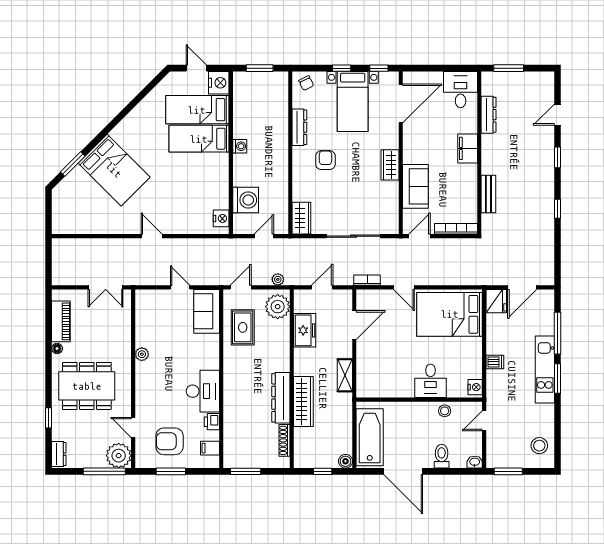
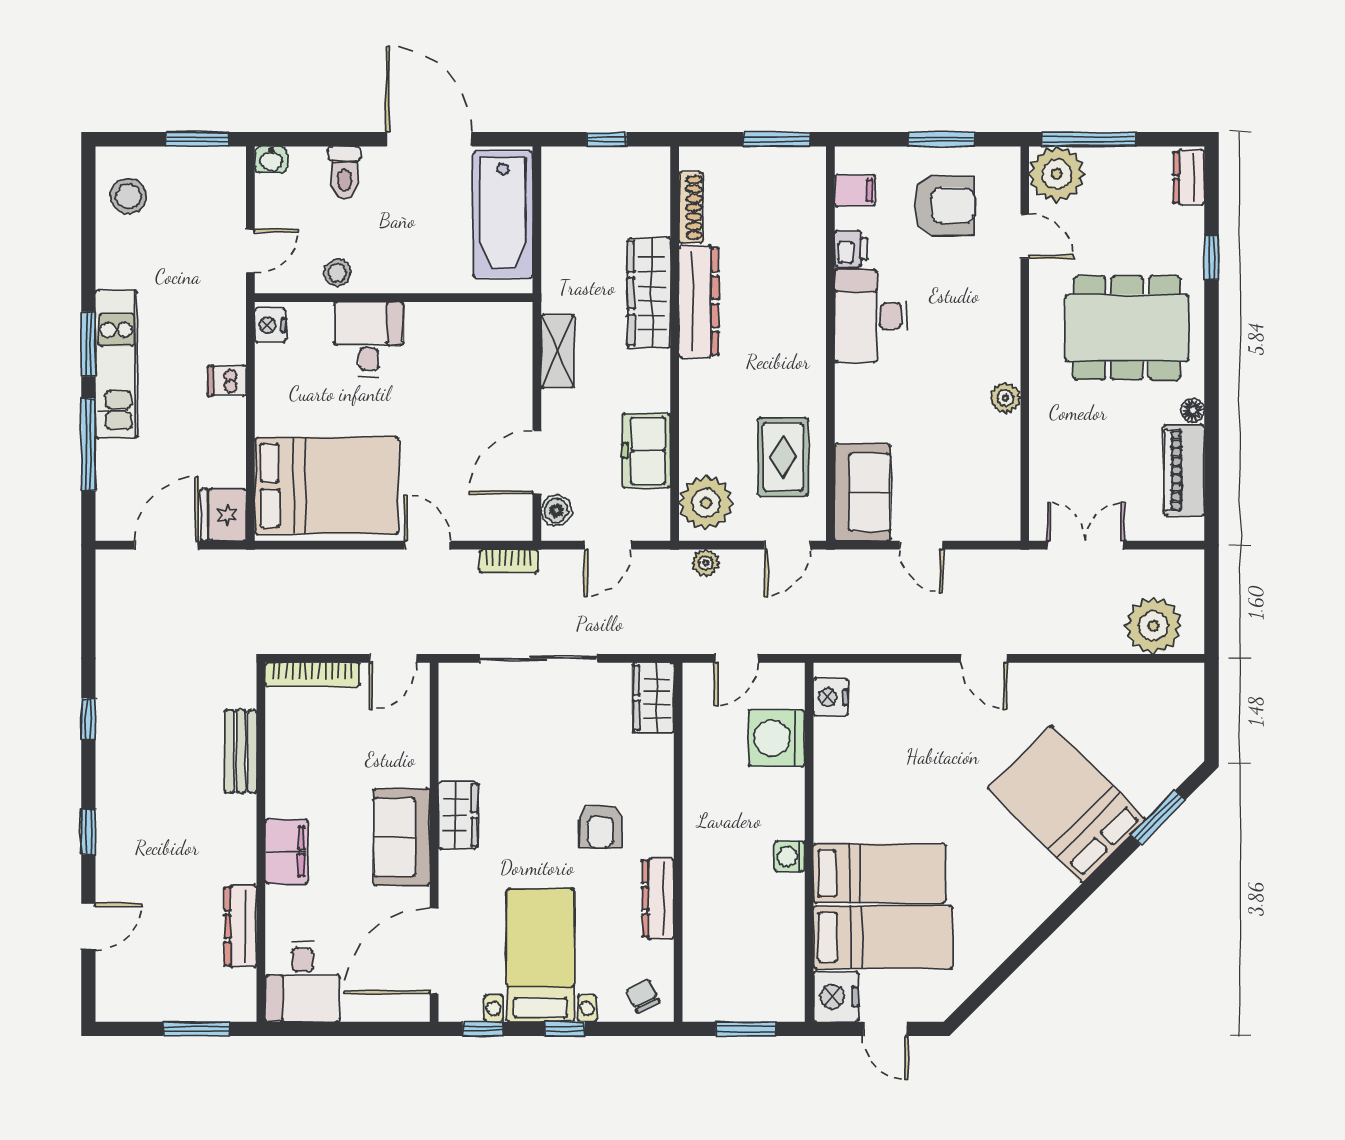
sofa: (415, 186) -> (402, 837), moved
plant: (75, 251) -> (1153, 626), added
boiler: (345, 461) -> (556, 510), moved

